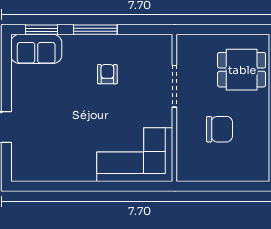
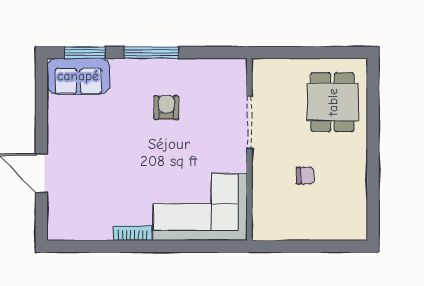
dining table: (242, 70) -> (333, 102), turned 90
chair: (219, 129) -> (305, 176), width x0.54, depth x0.54
bookcase: (80, 176) -> (133, 233), added

